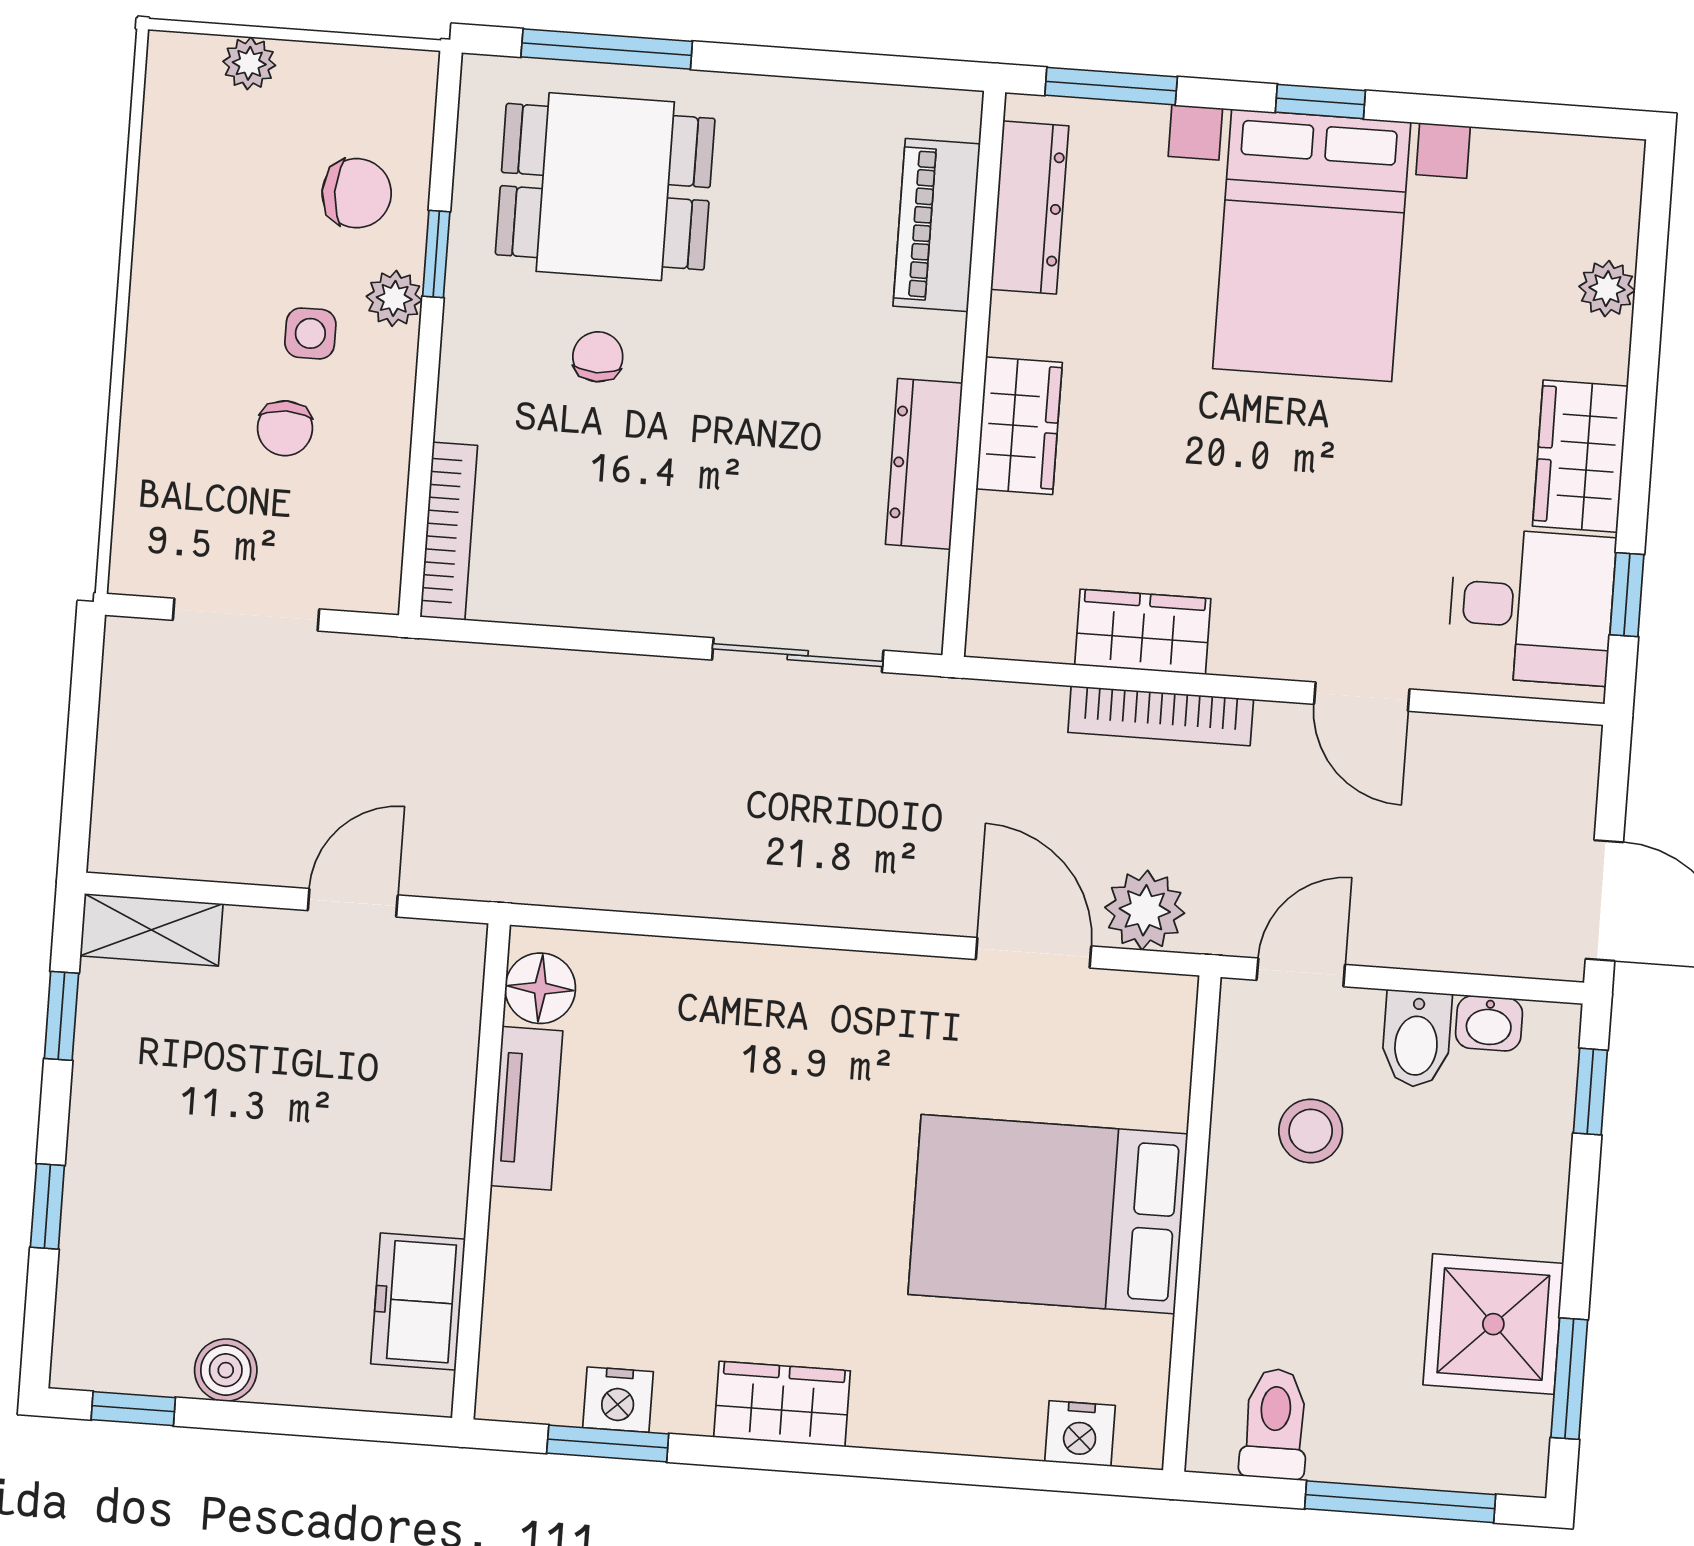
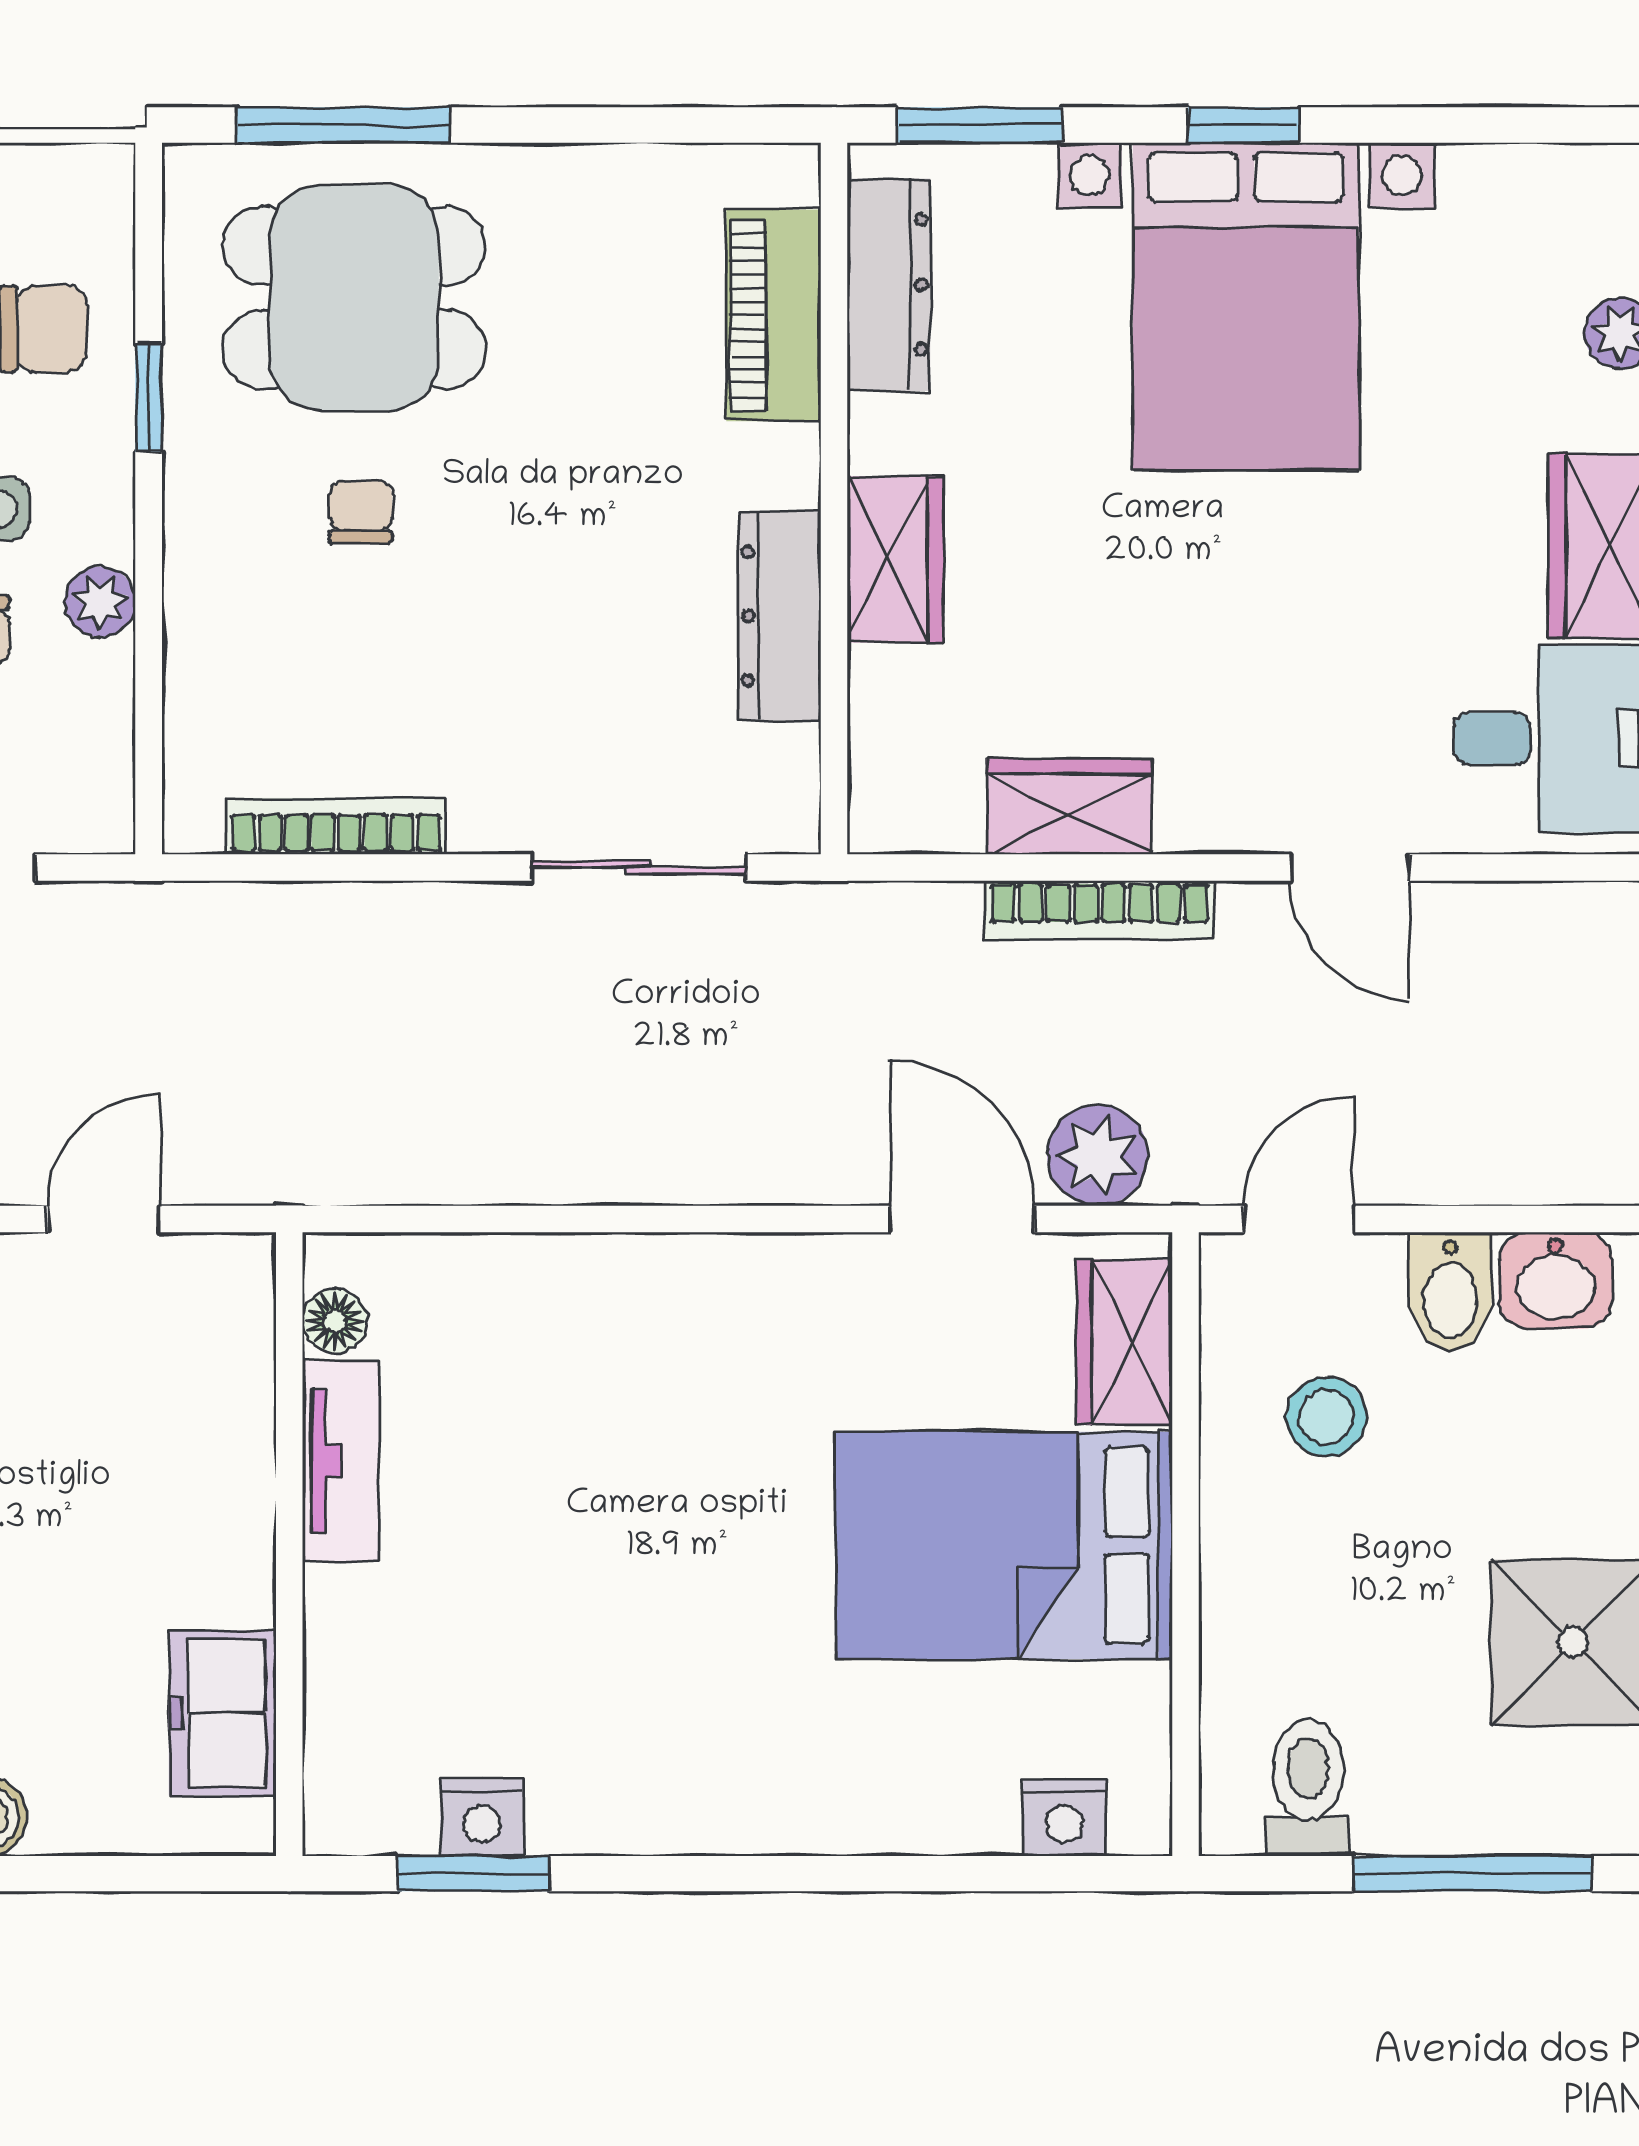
plant: (394, 298) -> (100, 602), moved
bookcase: (449, 531) -> (336, 826), moved, turned -90
floor lamp: (540, 988) -> (335, 1321), width x0.73, depth x0.73
washbasin: (1489, 1023) -> (1556, 1280), width x1.38, depth x1.45
wardrobe: (782, 1404) -> (1124, 1342), moved, turned -90

